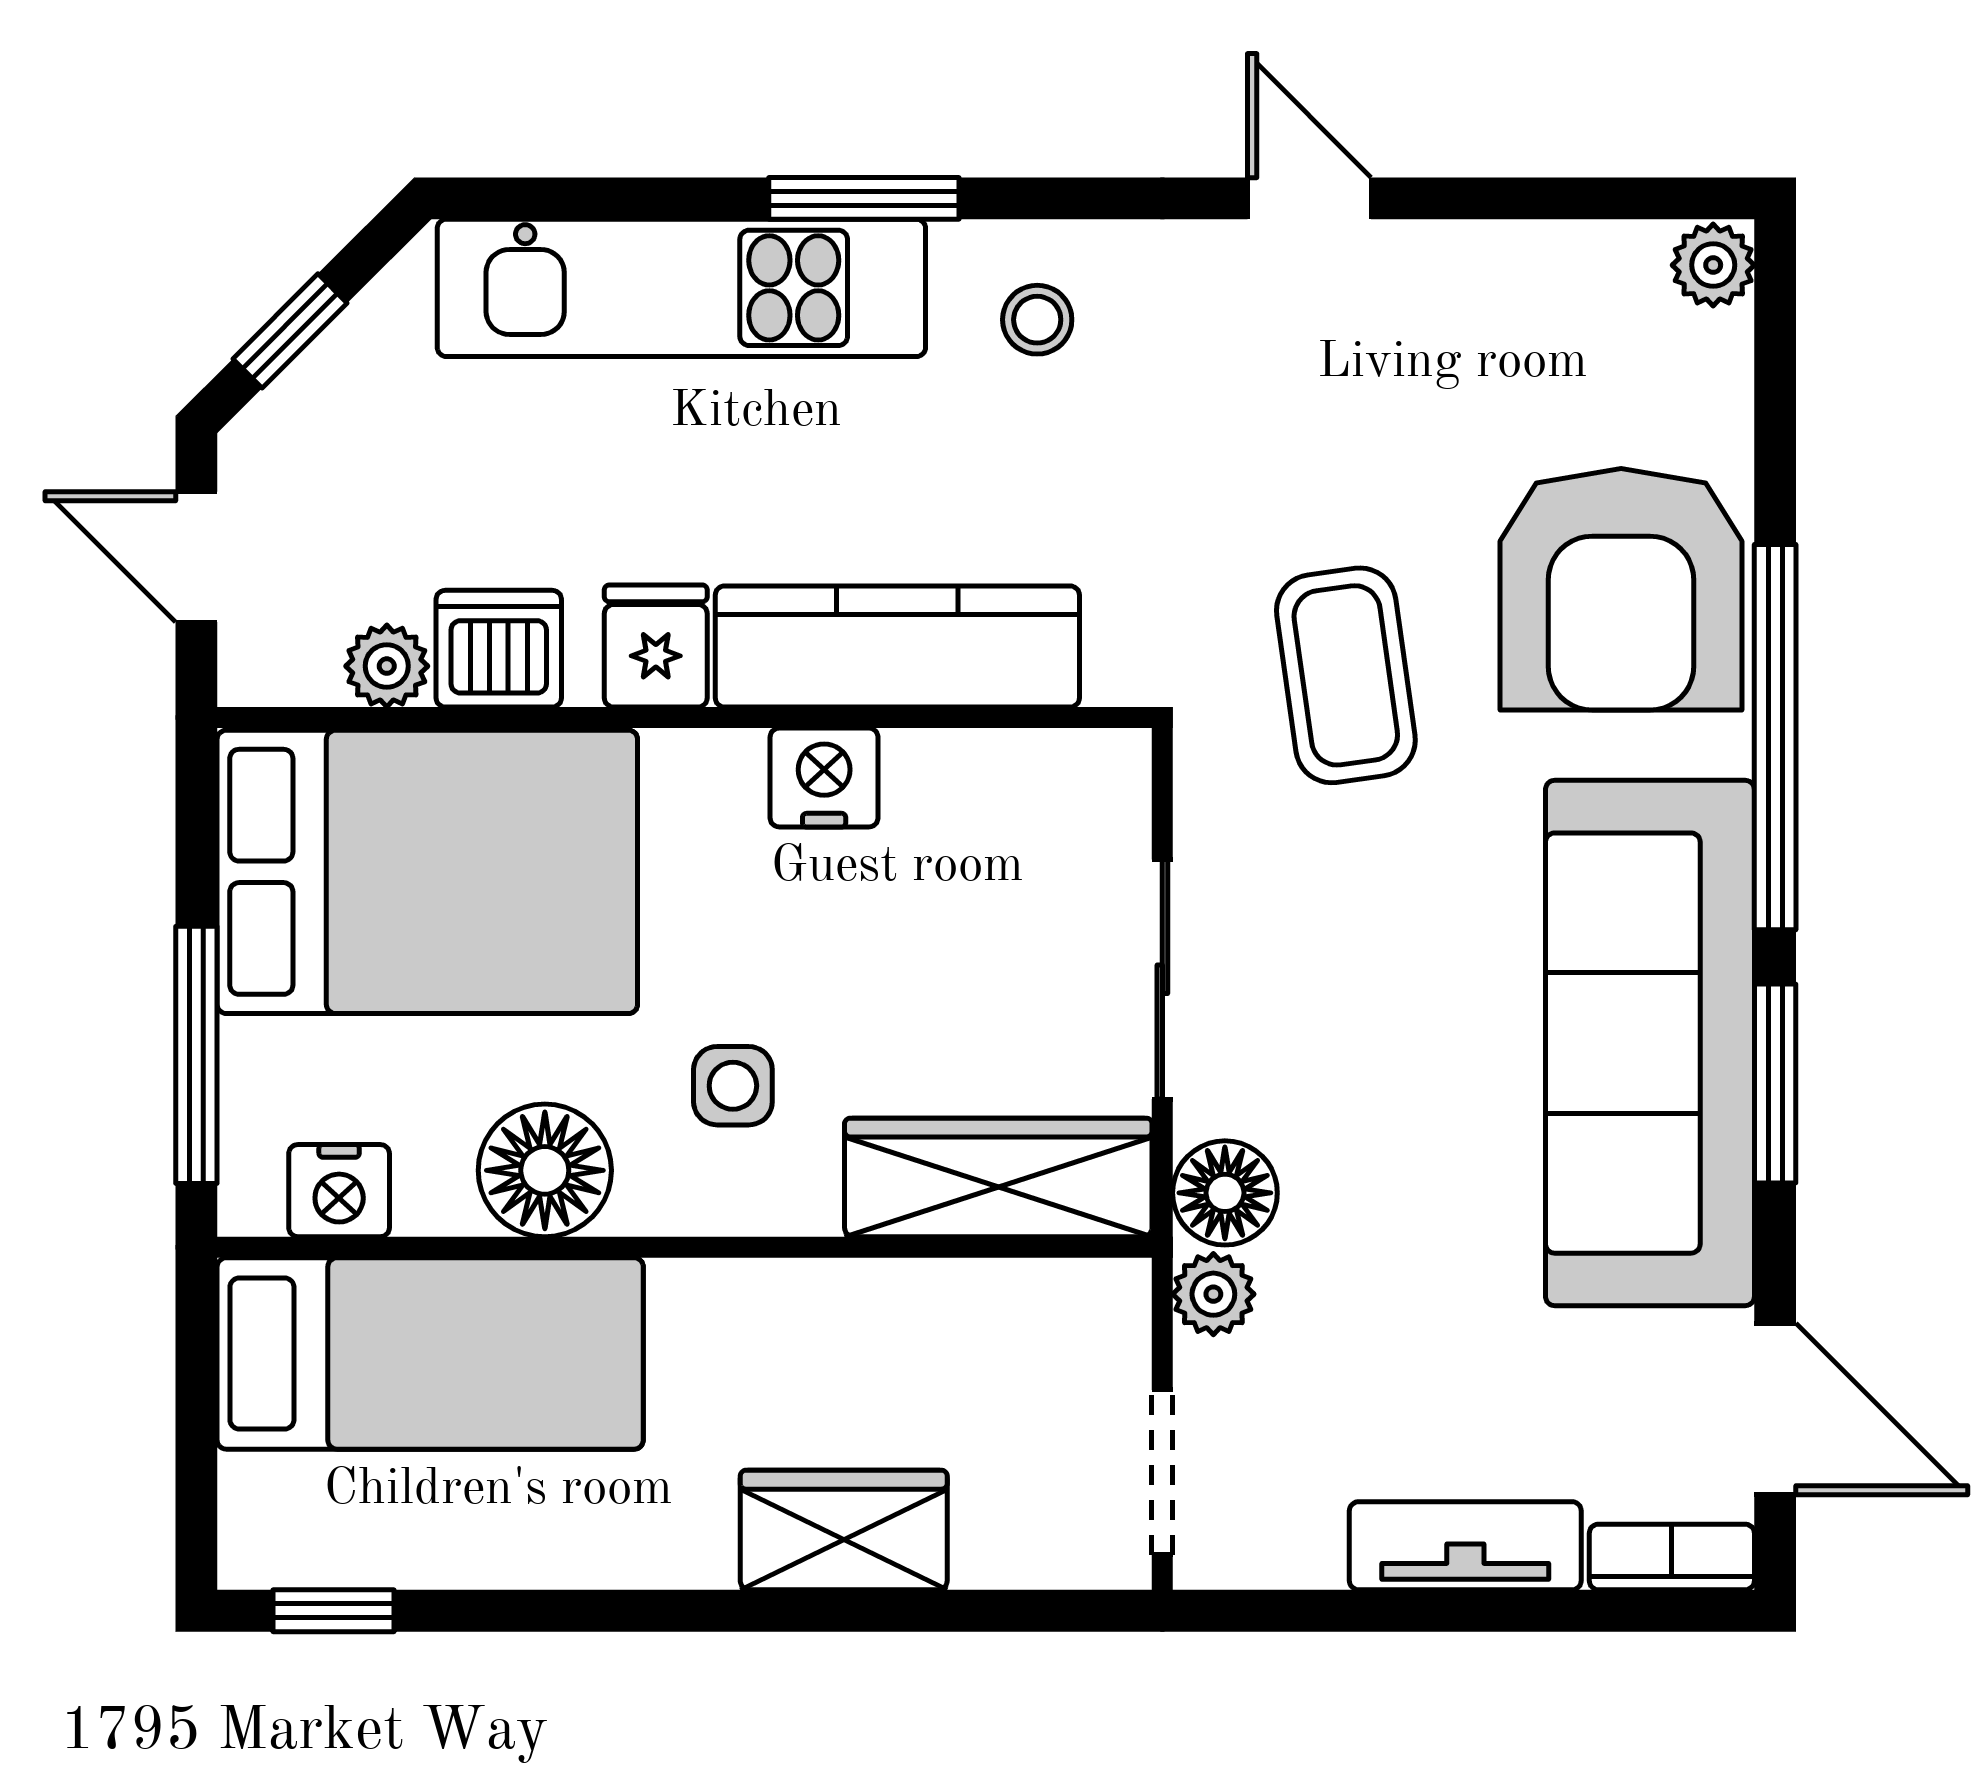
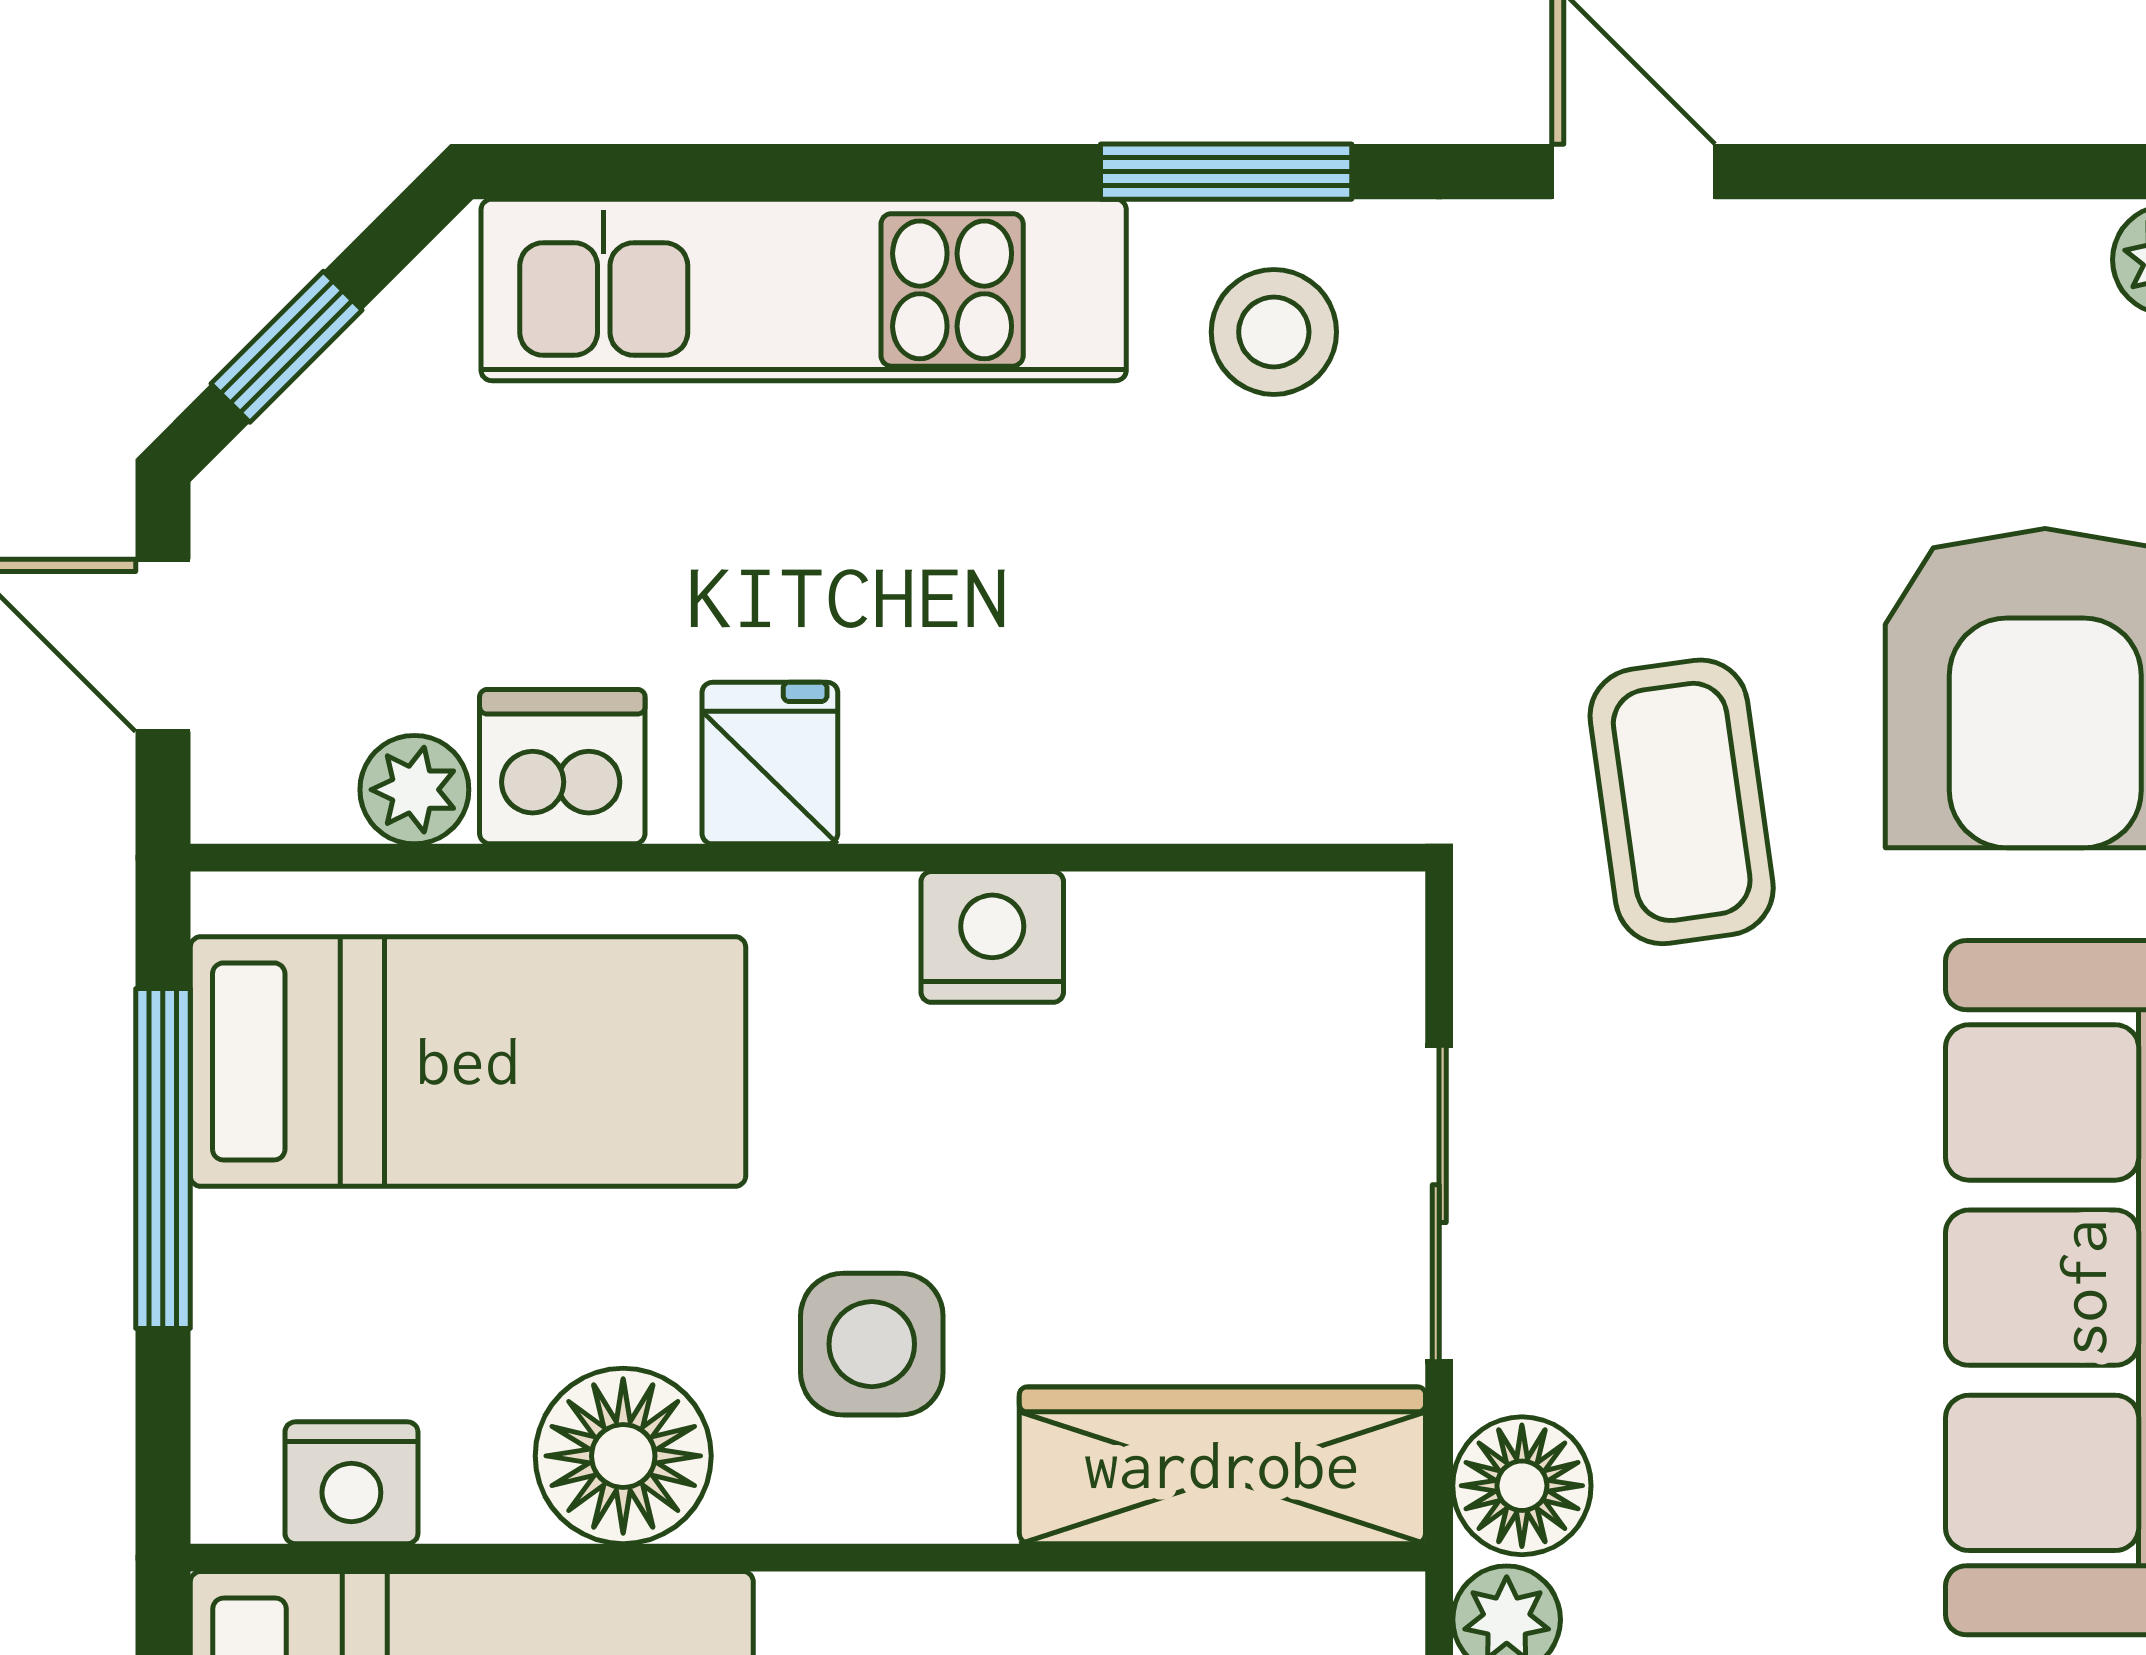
window: (864, 198) -> (1226, 172), moved
stool: (1037, 320) -> (1274, 332), width x1.37, depth x1.37
kitchen counter: (897, 647) -> (1089, 764), removed
bed: (427, 872) -> (468, 1061), width x0.67
window: (196, 1055) -> (163, 1159), moved
side table: (733, 1086) -> (872, 1344), width x1.37, depth x1.37

